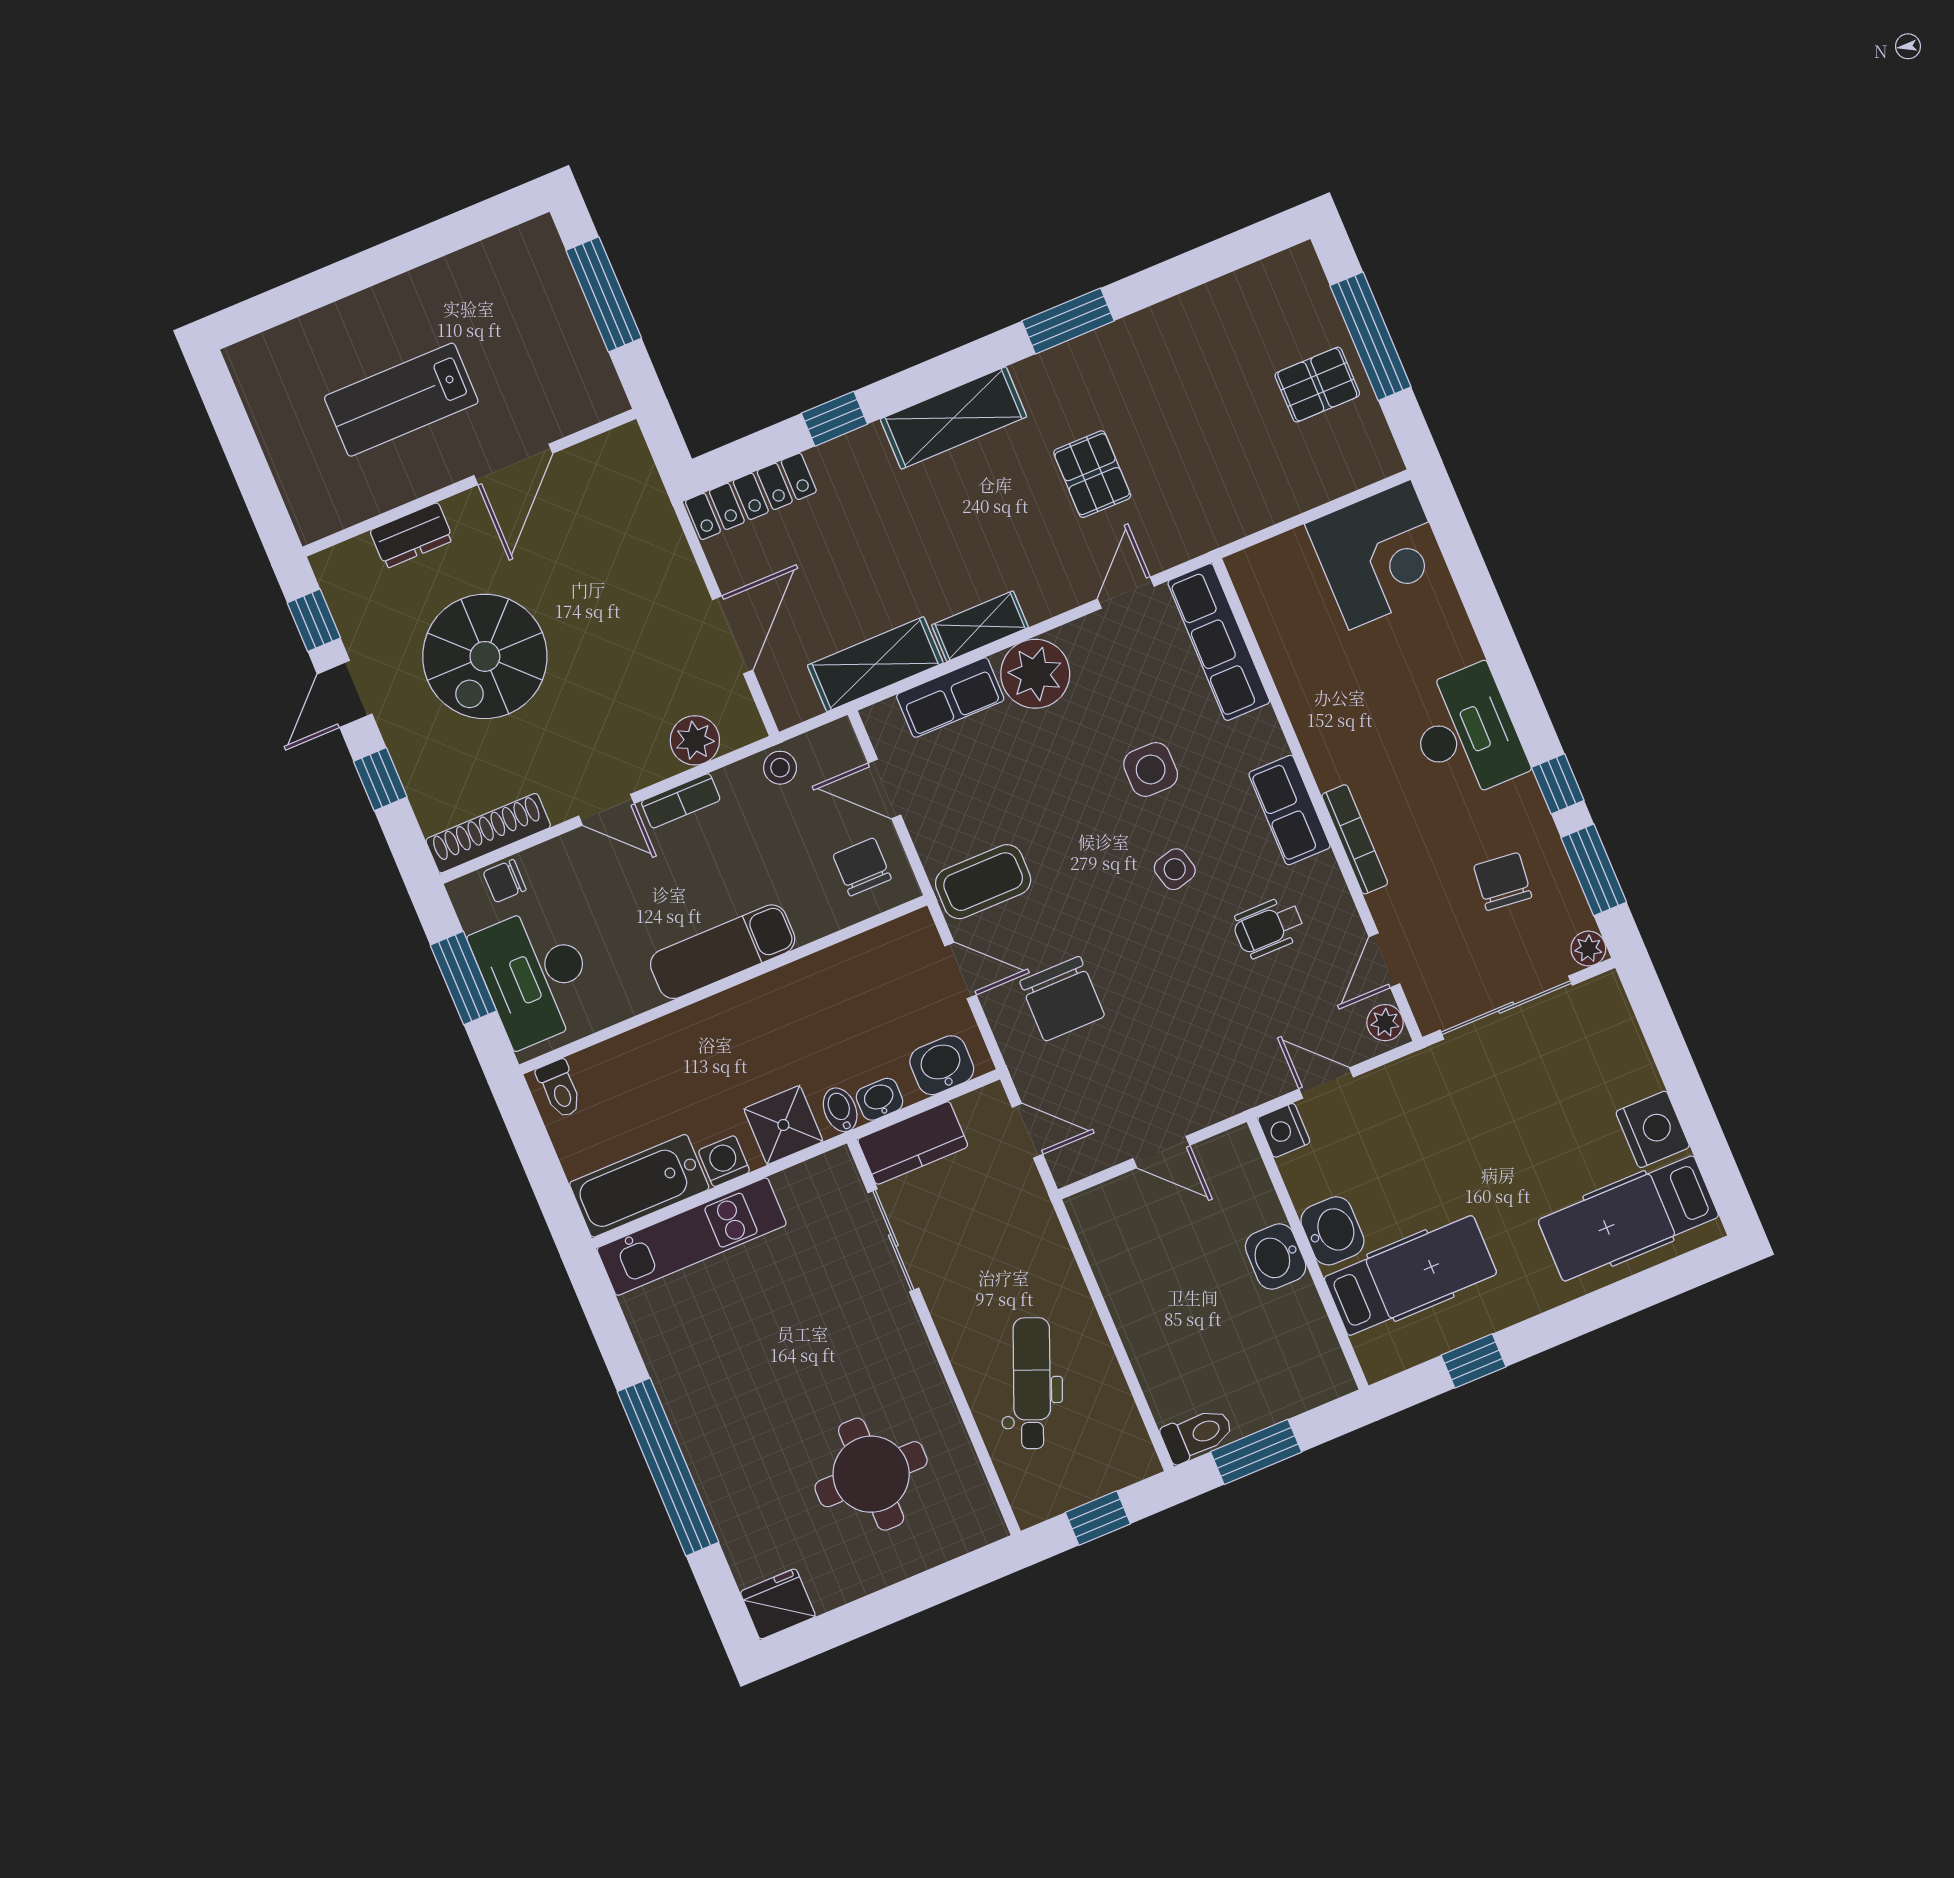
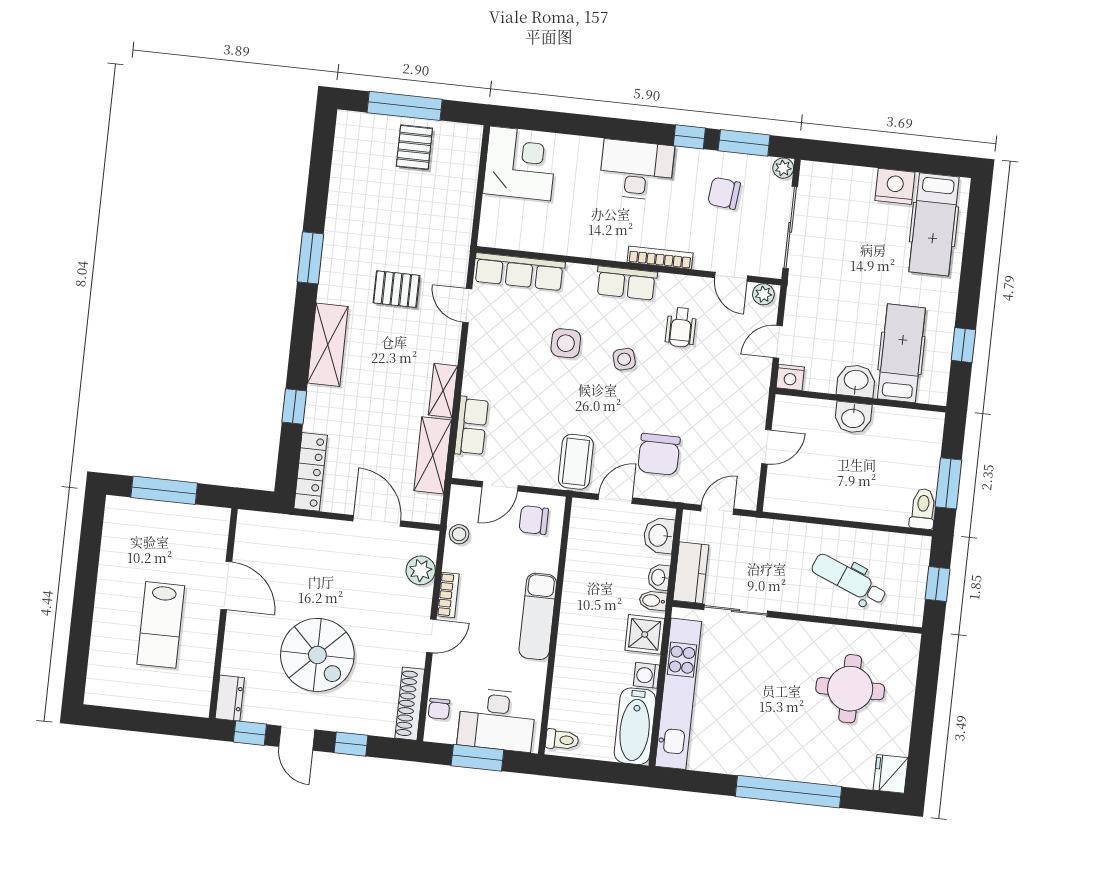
dresser: (412, 535) -> (230, 698), moved
plant: (1035, 674) -> (483, 376), removed
chair: (1062, 999) -> (659, 454), turned 90
kitchen unit: (692, 1237) -> (678, 694), width x1.36

